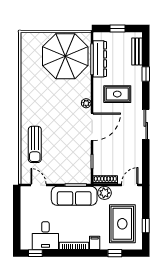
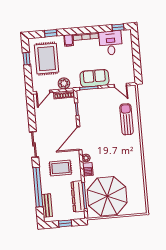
window: (146, 74) -> (38, 187), width x3.17
barbecue: (85, 90) -> (88, 169), added
sofa: (74, 196) -> (94, 78), width x0.73

